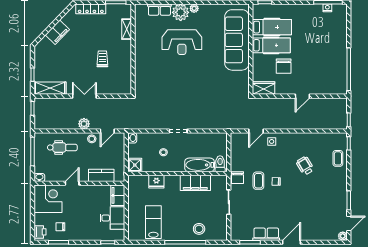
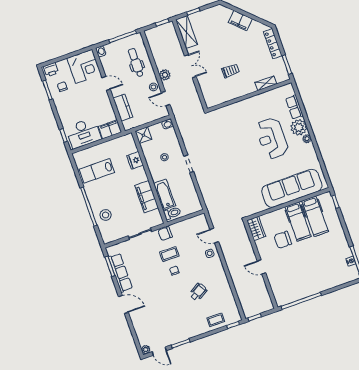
dental chair: (62, 147) -> (136, 63), turned 180
desk: (112, 218) -> (83, 133), width x1.37
lab bench: (153, 222) -> (97, 171), turned 180
row of seats: (266, 234) -> (120, 273), width x1.48

